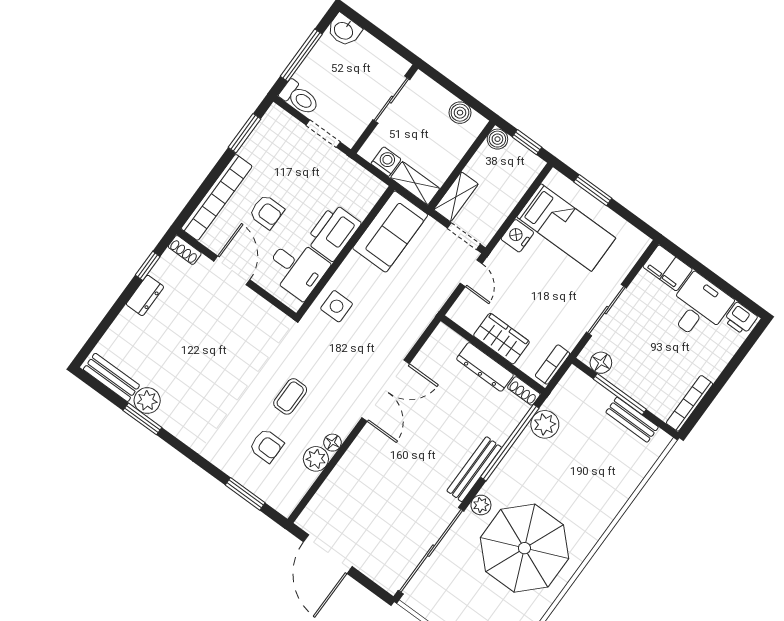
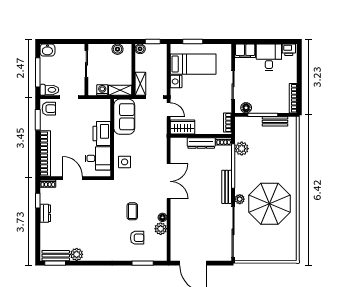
armchair: (267, 212) -> (49, 109), moved
wardrobe: (502, 339) -> (183, 127), moved
window: (142, 419) -> (55, 263), moved

